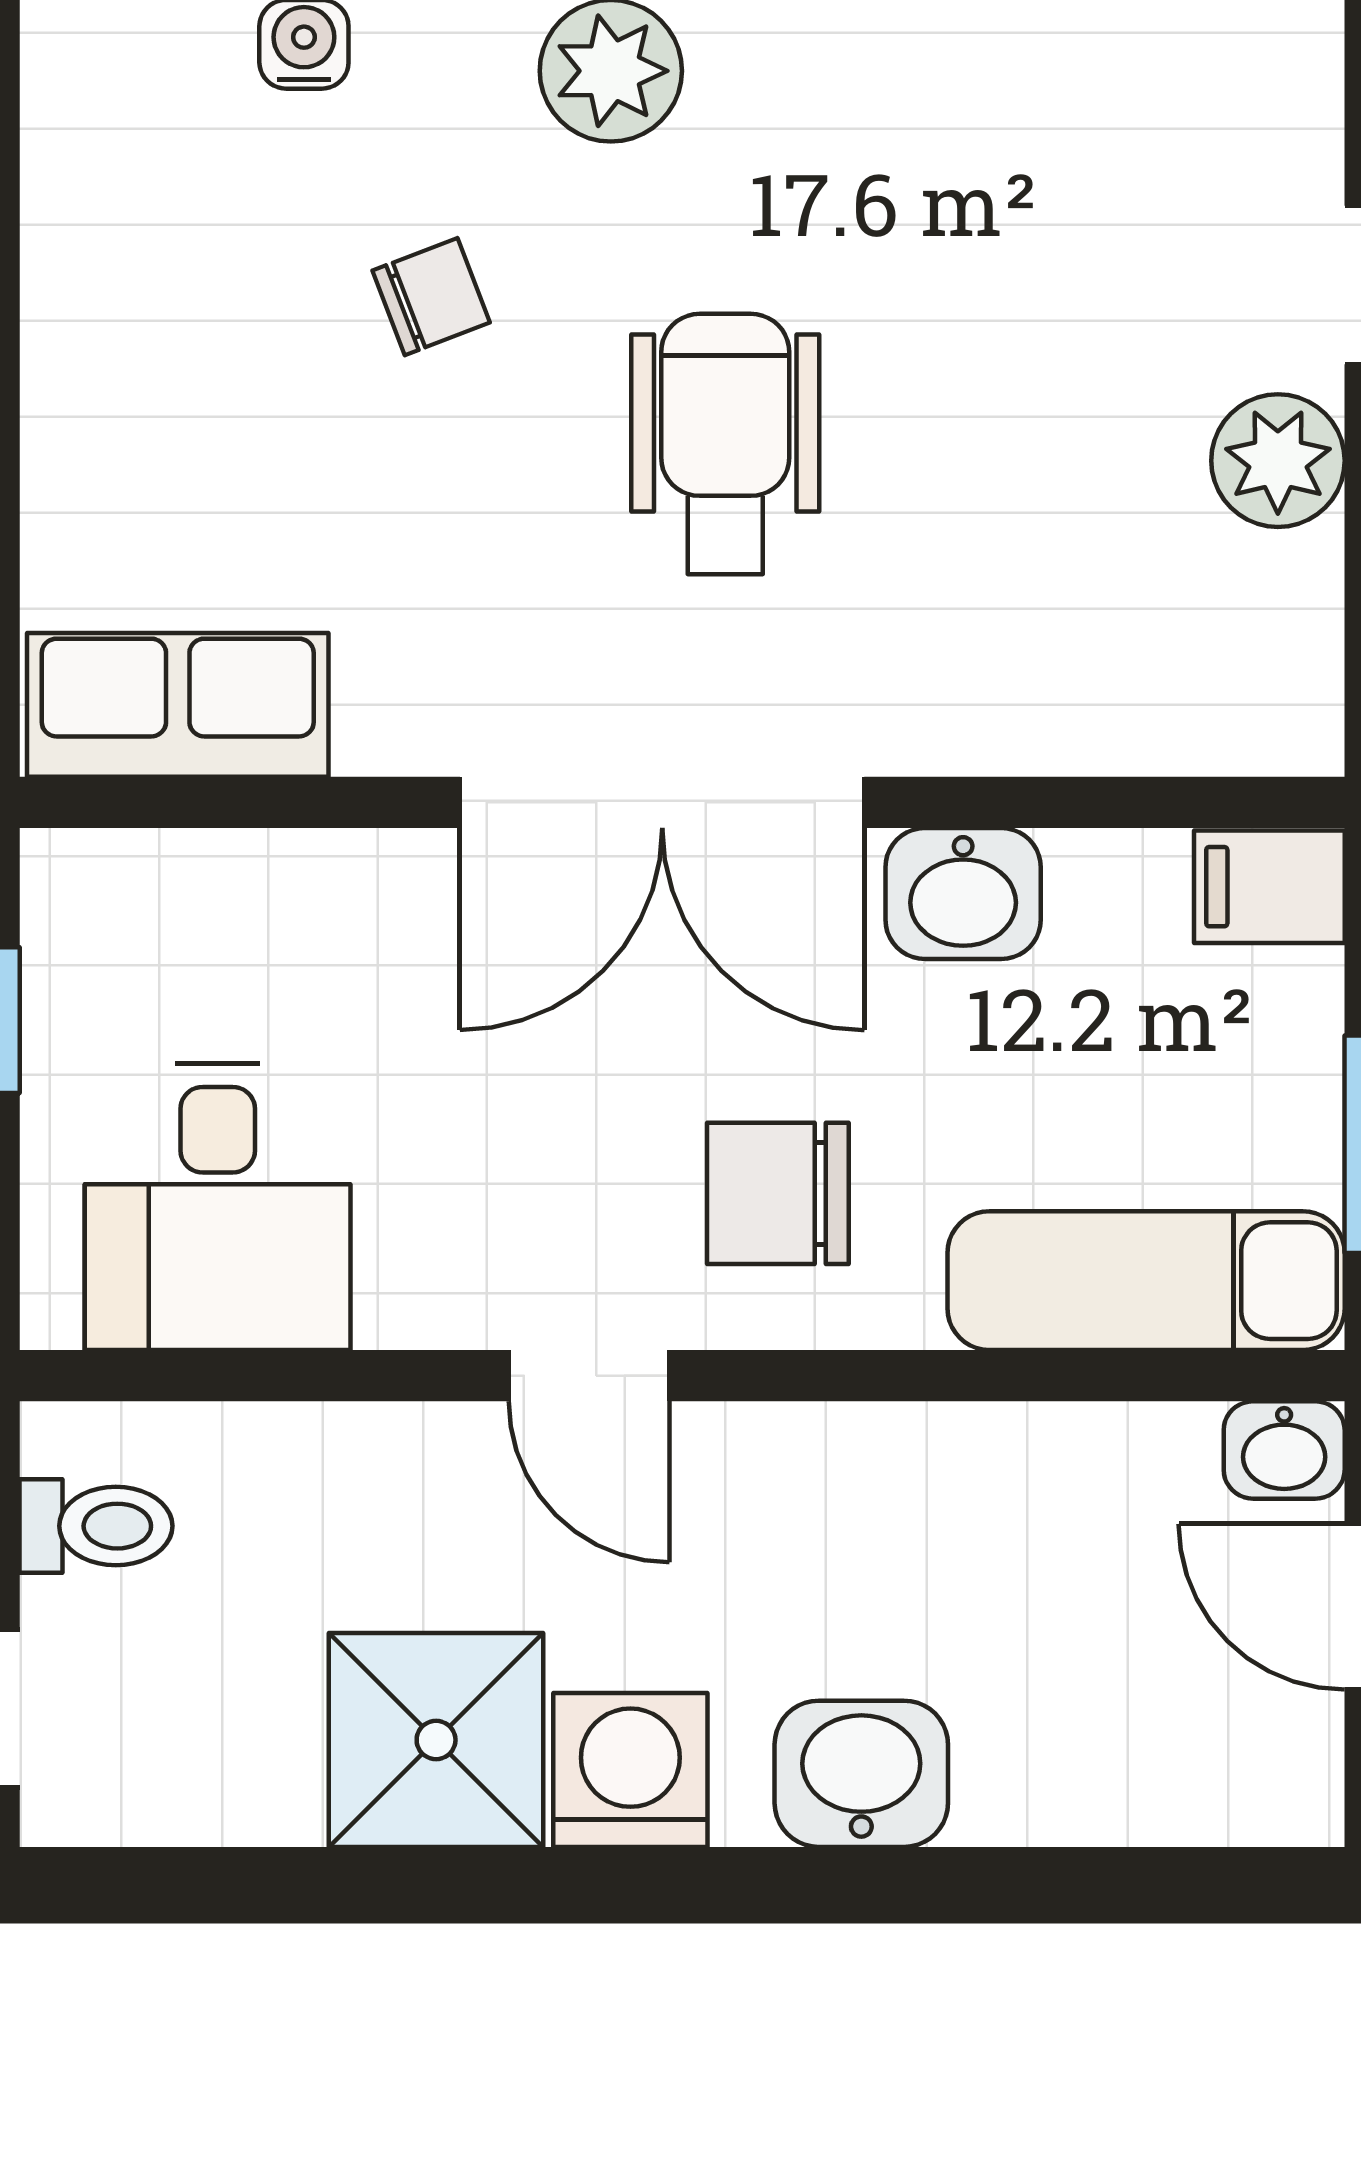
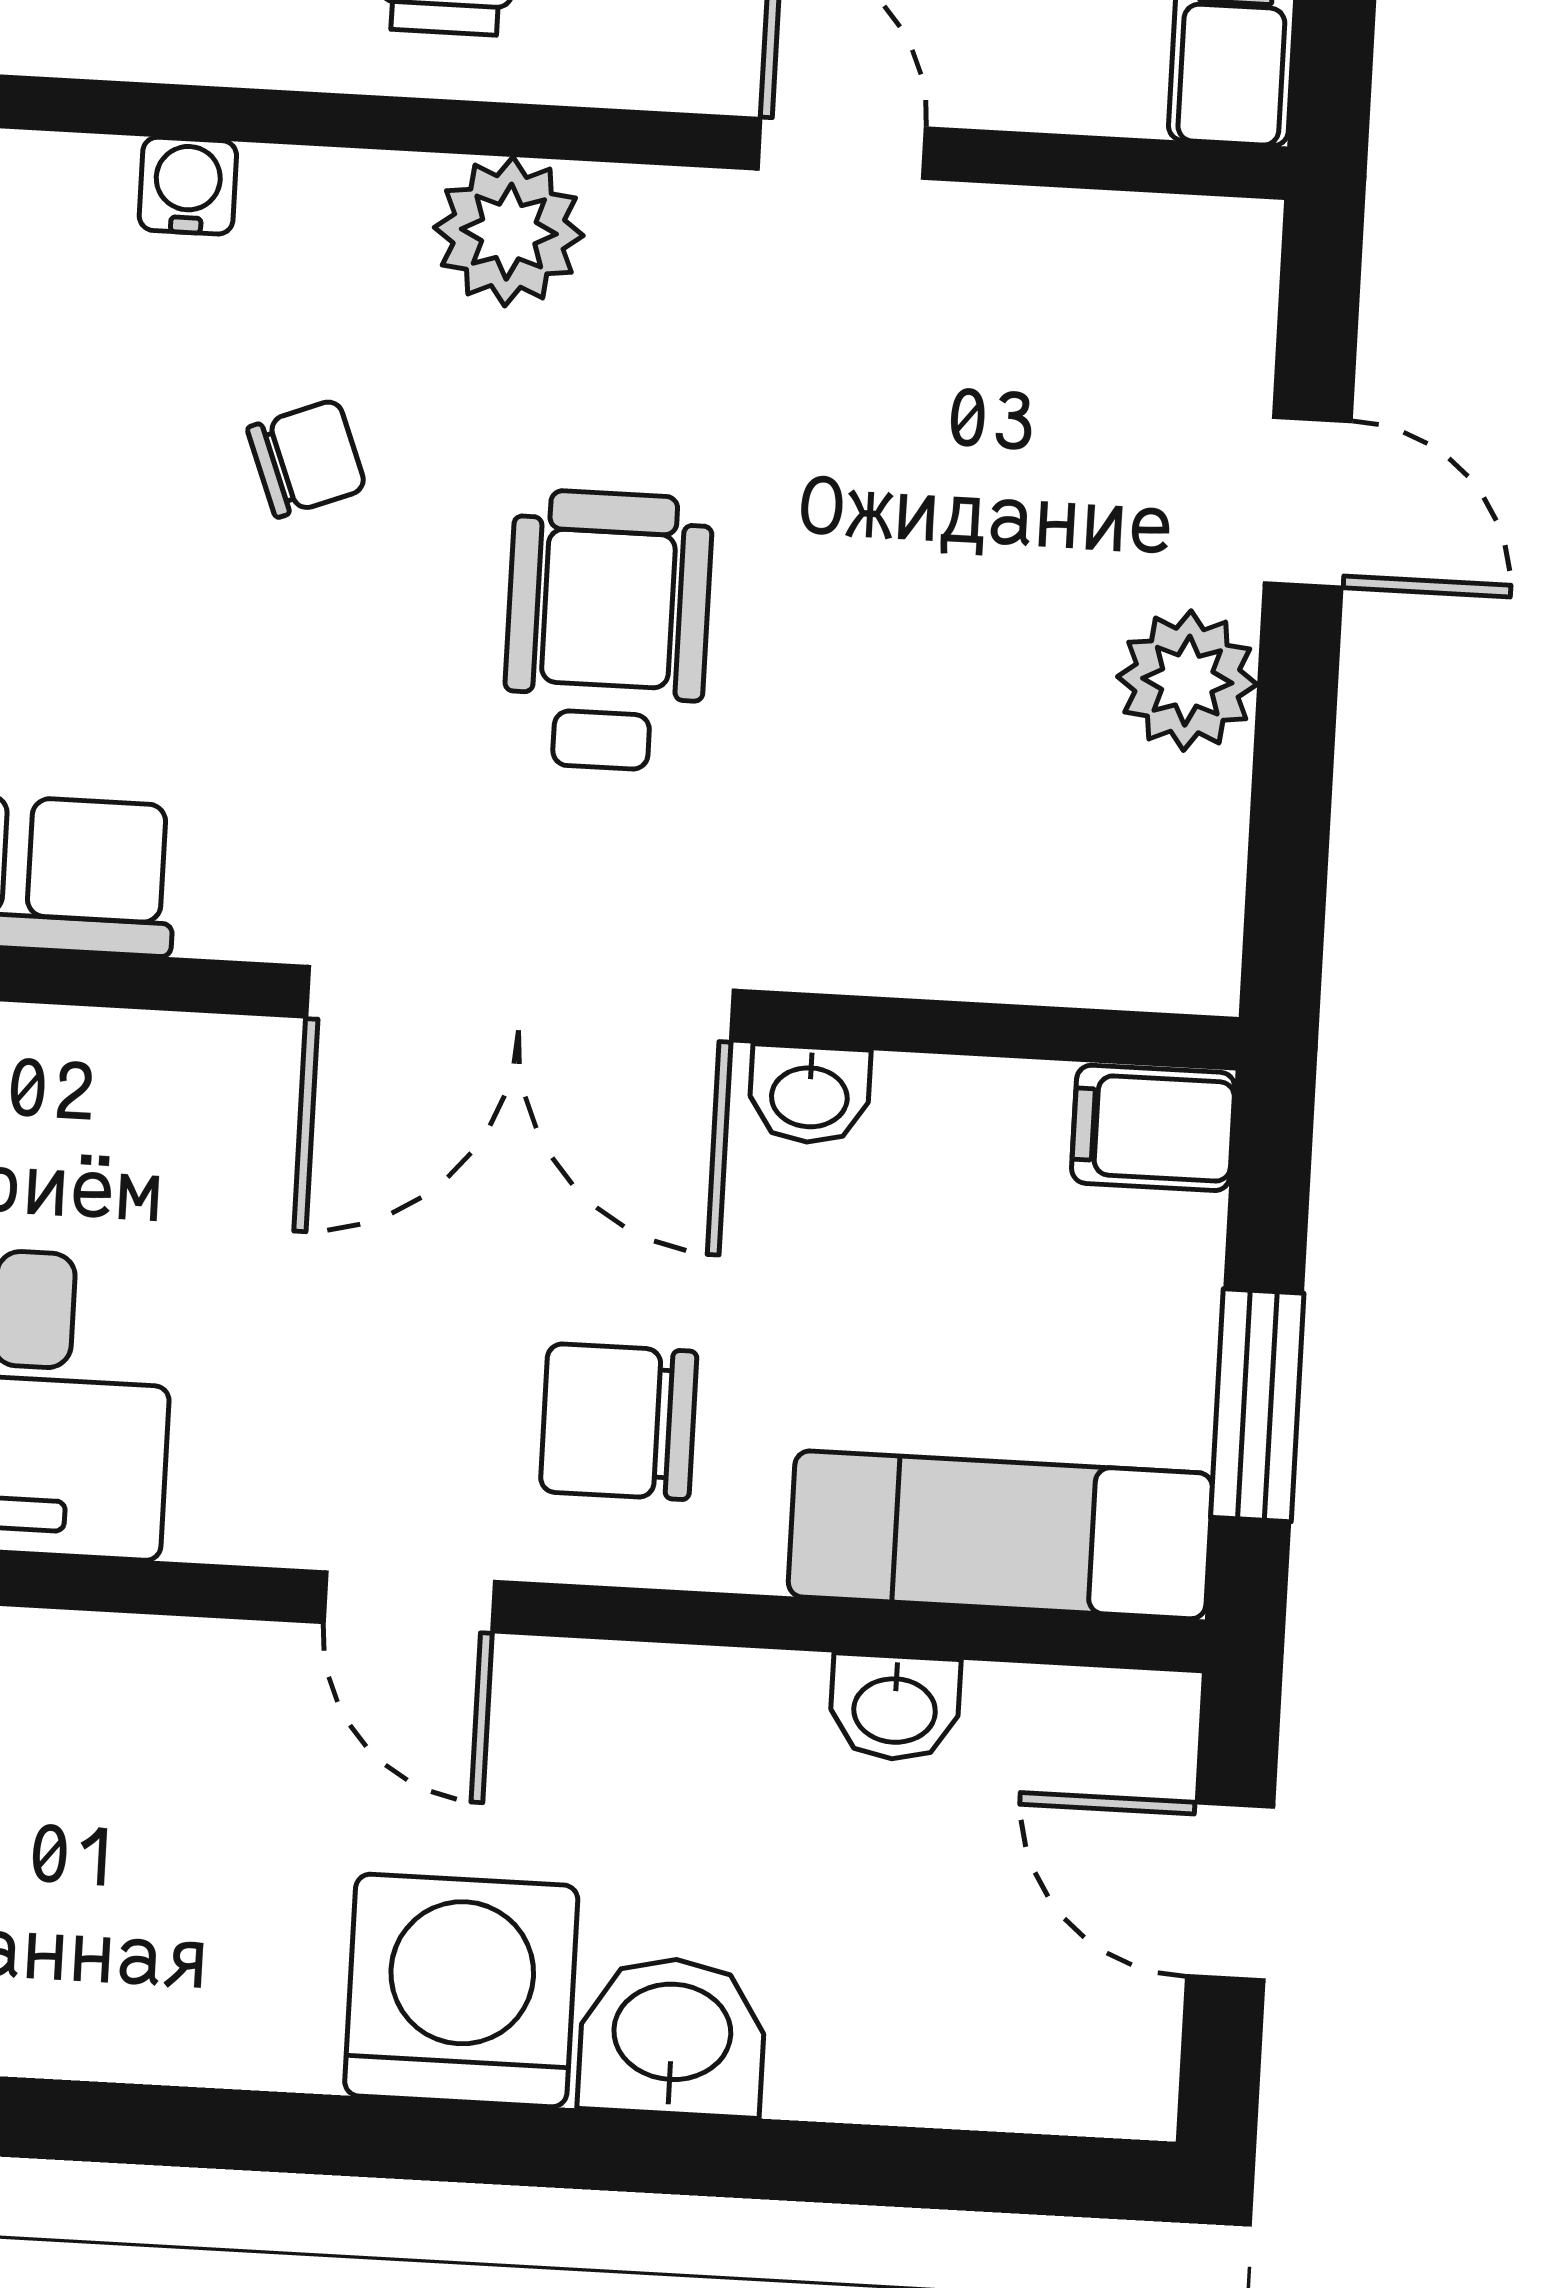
washbasin: (963, 893) -> (809, 1094), width x0.72, depth x0.69
washbasin: (1284, 1450) -> (895, 1707), moved
shower: (436, 1740) -> (227, 1976), removed
washing machine: (630, 1770) -> (461, 1991), width x1.37, depth x1.37

